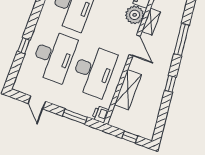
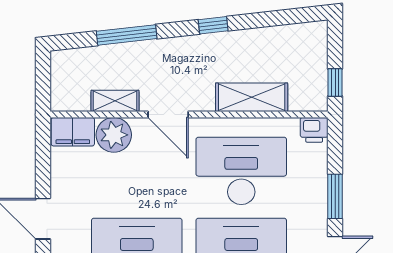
door: (135, 45) -> (168, 114), swing flipped
window: (75, 117) -> (335, 196), moved
window: (130, 137) -> (335, 83), moved

